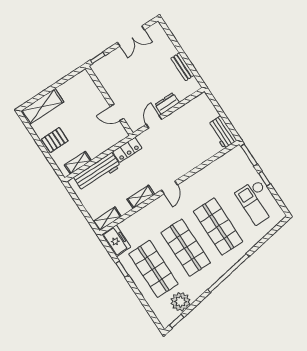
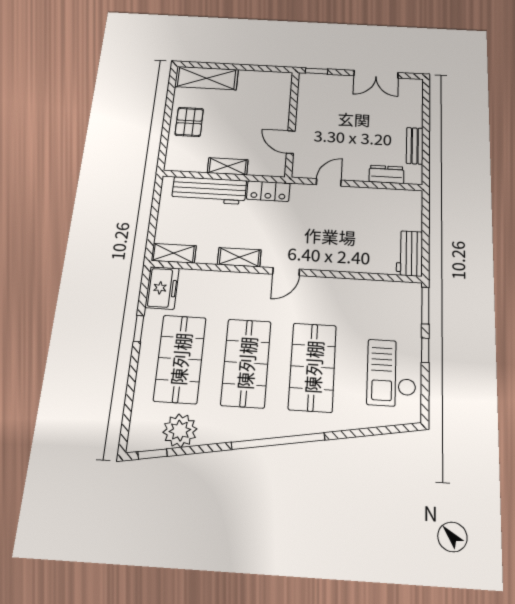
dresser: (167, 104) -> (386, 174), moved
pallet: (55, 140) -> (189, 122), turned 90
shelving: (78, 163) -> (228, 166), moved

